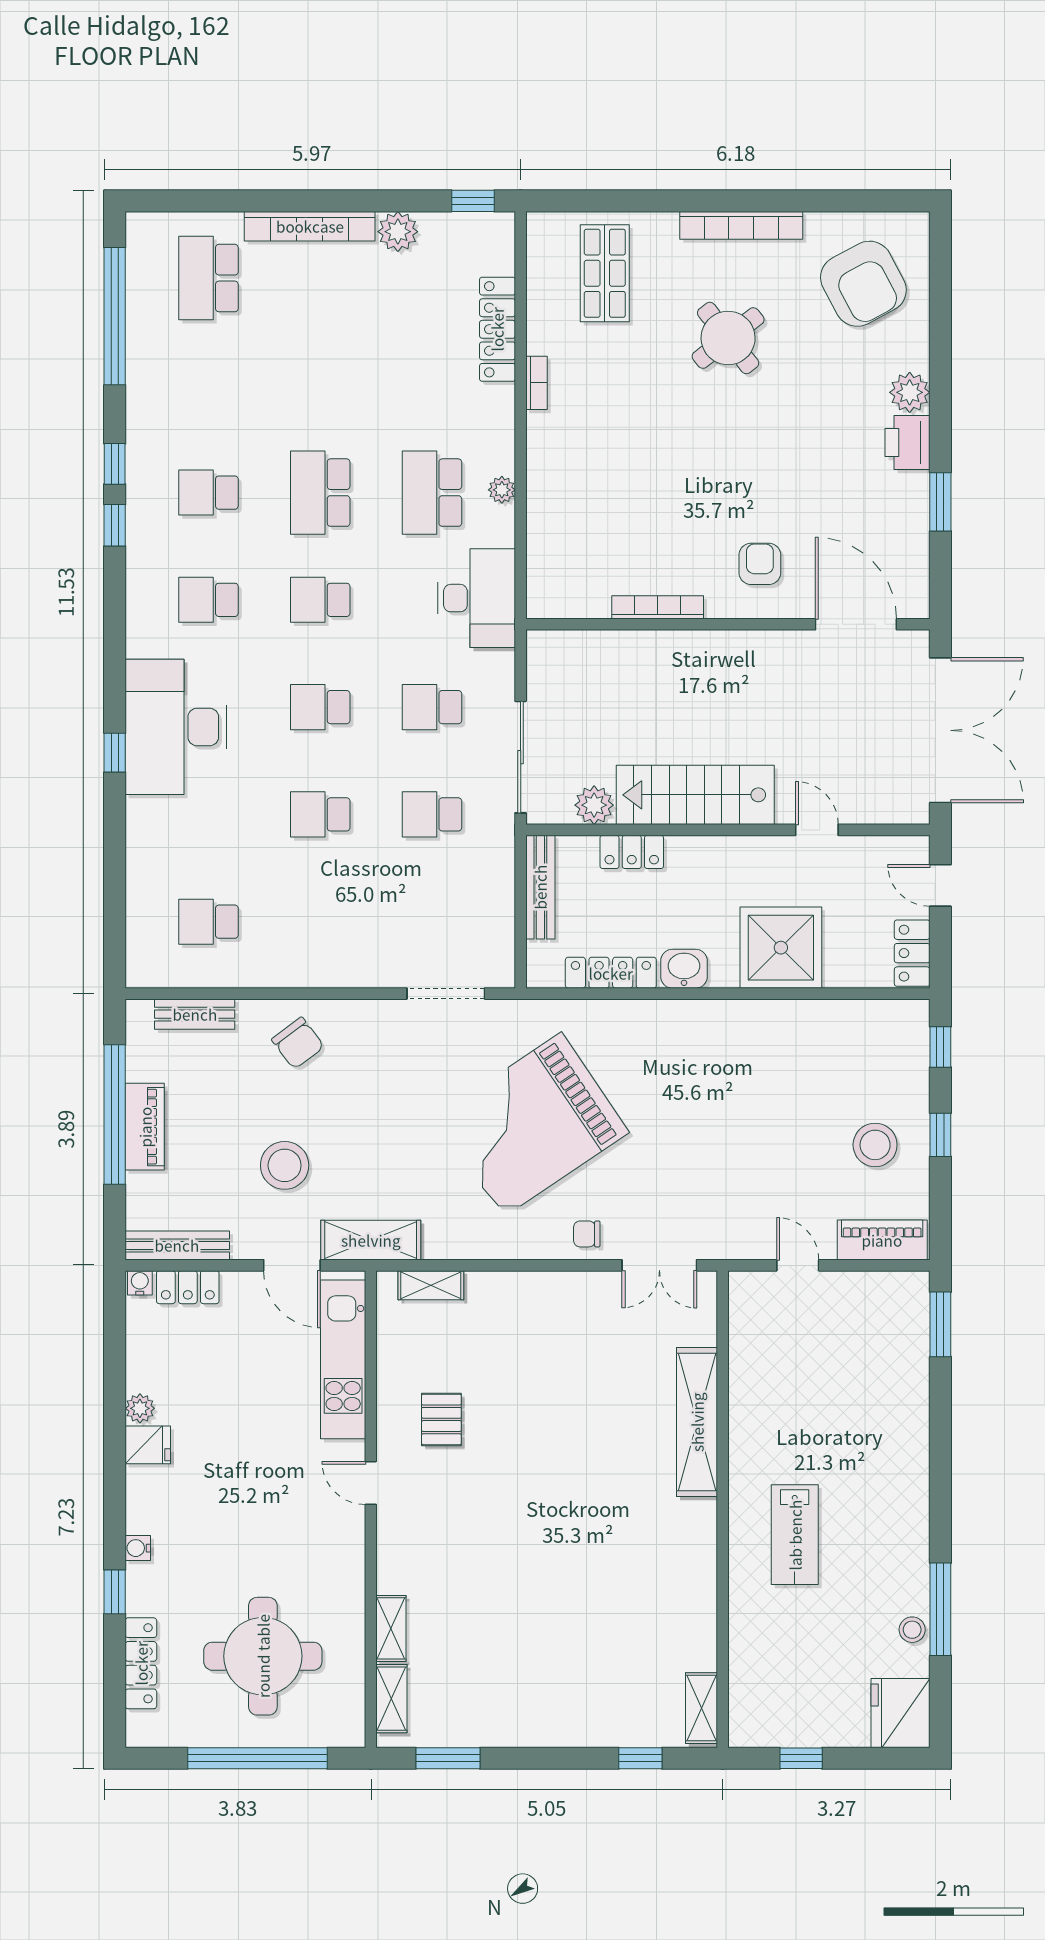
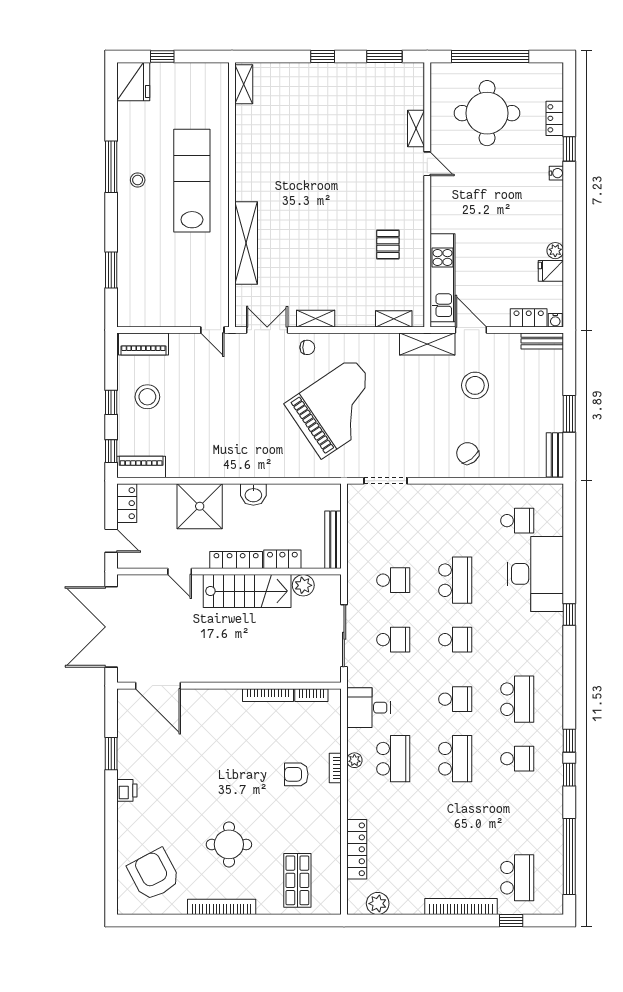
window: (473, 201) -> (511, 920), moved
plant: (398, 232) -> (378, 904), moved
round table: (728, 338) -> (229, 844), turned 38
bookcase: (536, 383) -> (335, 768), moved
plant: (910, 392) -> (128, 814), removed
printer: (908, 443) -> (127, 790), width x0.73, depth x0.81
armchair: (760, 564) -> (296, 774), moved, turned 90
desk: (476, 598) -> (369, 708), width x0.73
school desk: (208, 600) -> (517, 699), width x1.85
bookcase: (579, 607) -> (311, 695), added
desk: (176, 727) -> (535, 574), moved
sliding door: (521, 757) -> (344, 636), moved
school desk: (320, 814) -> (455, 580), width x1.85
locker: (611, 973) -> (236, 560), moved, turned 180
bench: (195, 1014) -> (555, 455), moved, turned 90
window: (115, 1114) -> (569, 414), width x0.47
piano: (145, 1127) -> (141, 467), moved, turned 90
bench: (177, 1245) -> (542, 341), width x0.73
door: (798, 1265) -> (212, 330), moved
window: (940, 1324) -> (111, 270), moved
fridge: (148, 1445) -> (551, 271), moved
door: (371, 1483) -> (427, 164), moved
lab bench: (795, 1535) -> (192, 181), width x1.86, depth x1.39
window: (940, 1609) -> (111, 167), moved
stool: (912, 1630) -> (138, 180), moved
locker: (141, 1663) -> (555, 118), width x0.66
shelving: (391, 1699) -> (316, 319), moved, turned 90
window: (640, 1758) -> (323, 56), moved
window: (801, 1758) -> (162, 56), moved

